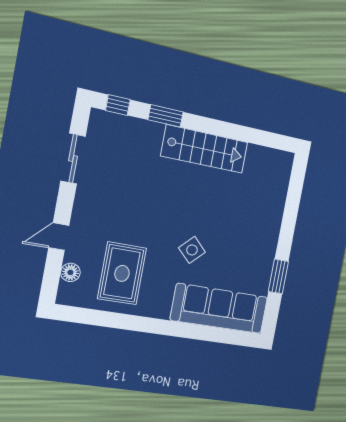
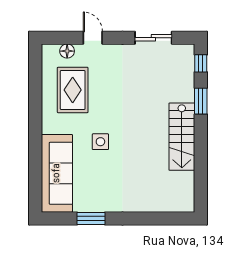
side table: (192, 250) -> (100, 142), turned 45
rug: (122, 273) -> (73, 90), turned 90

